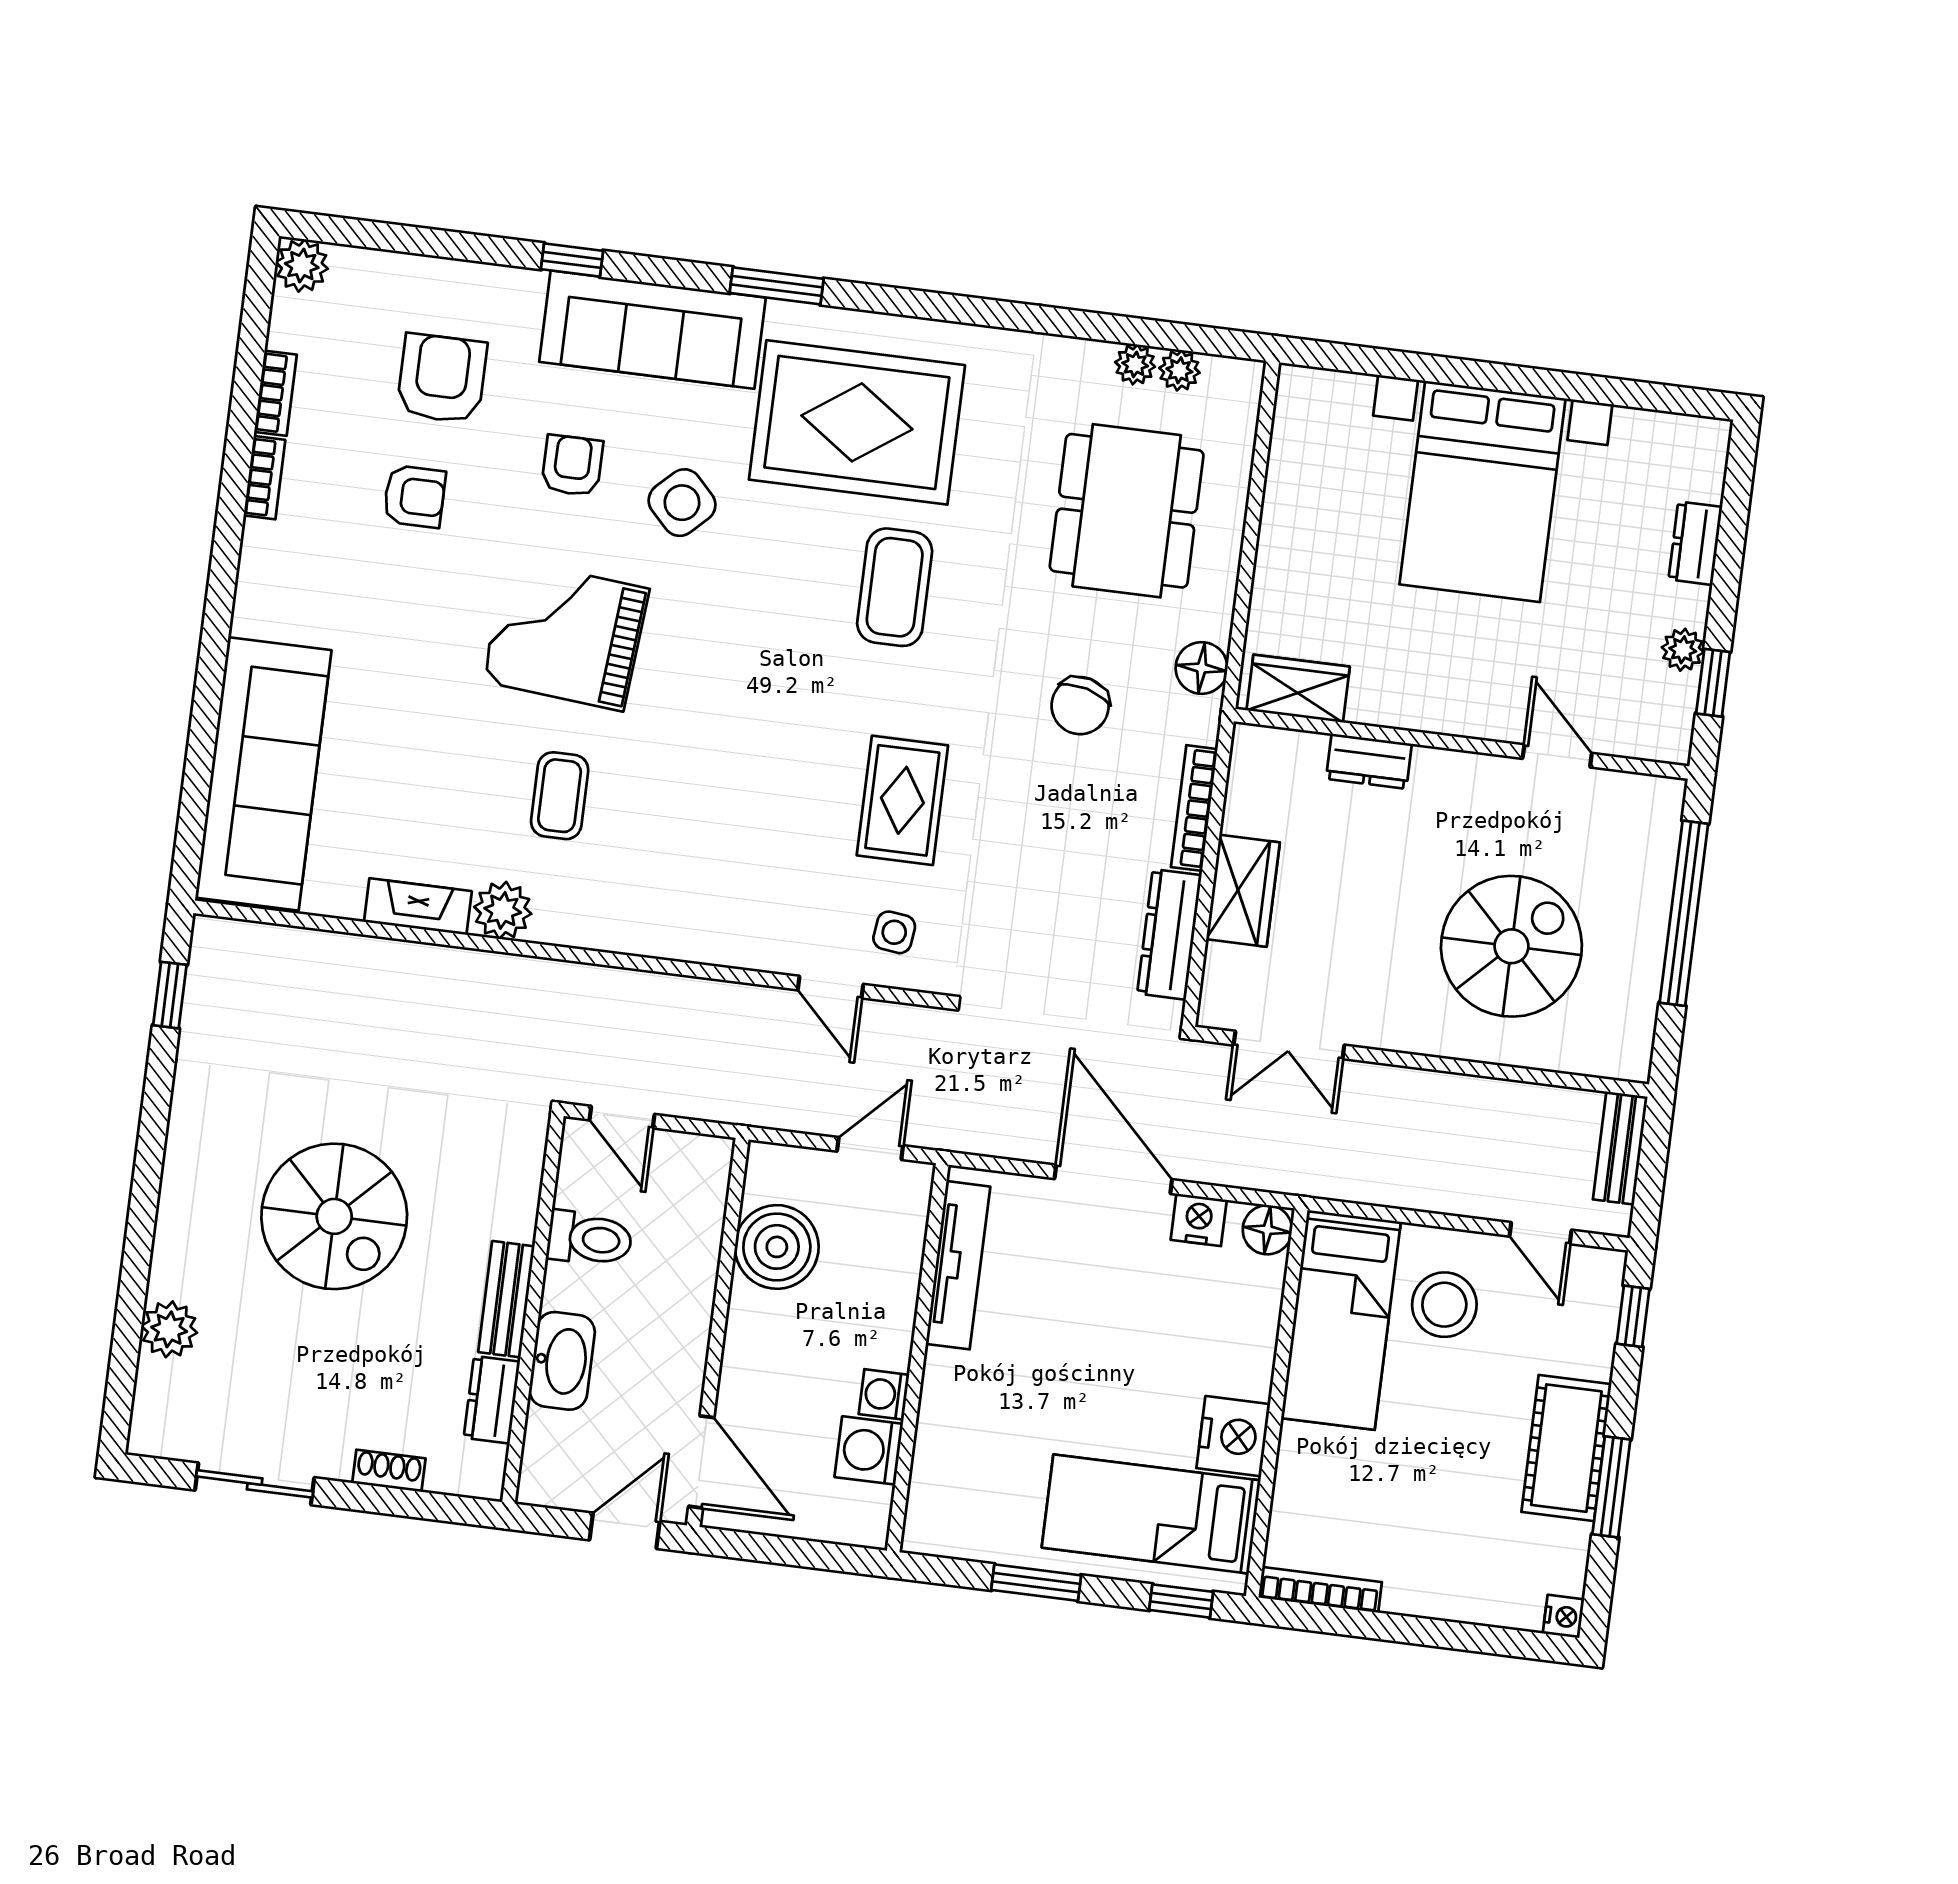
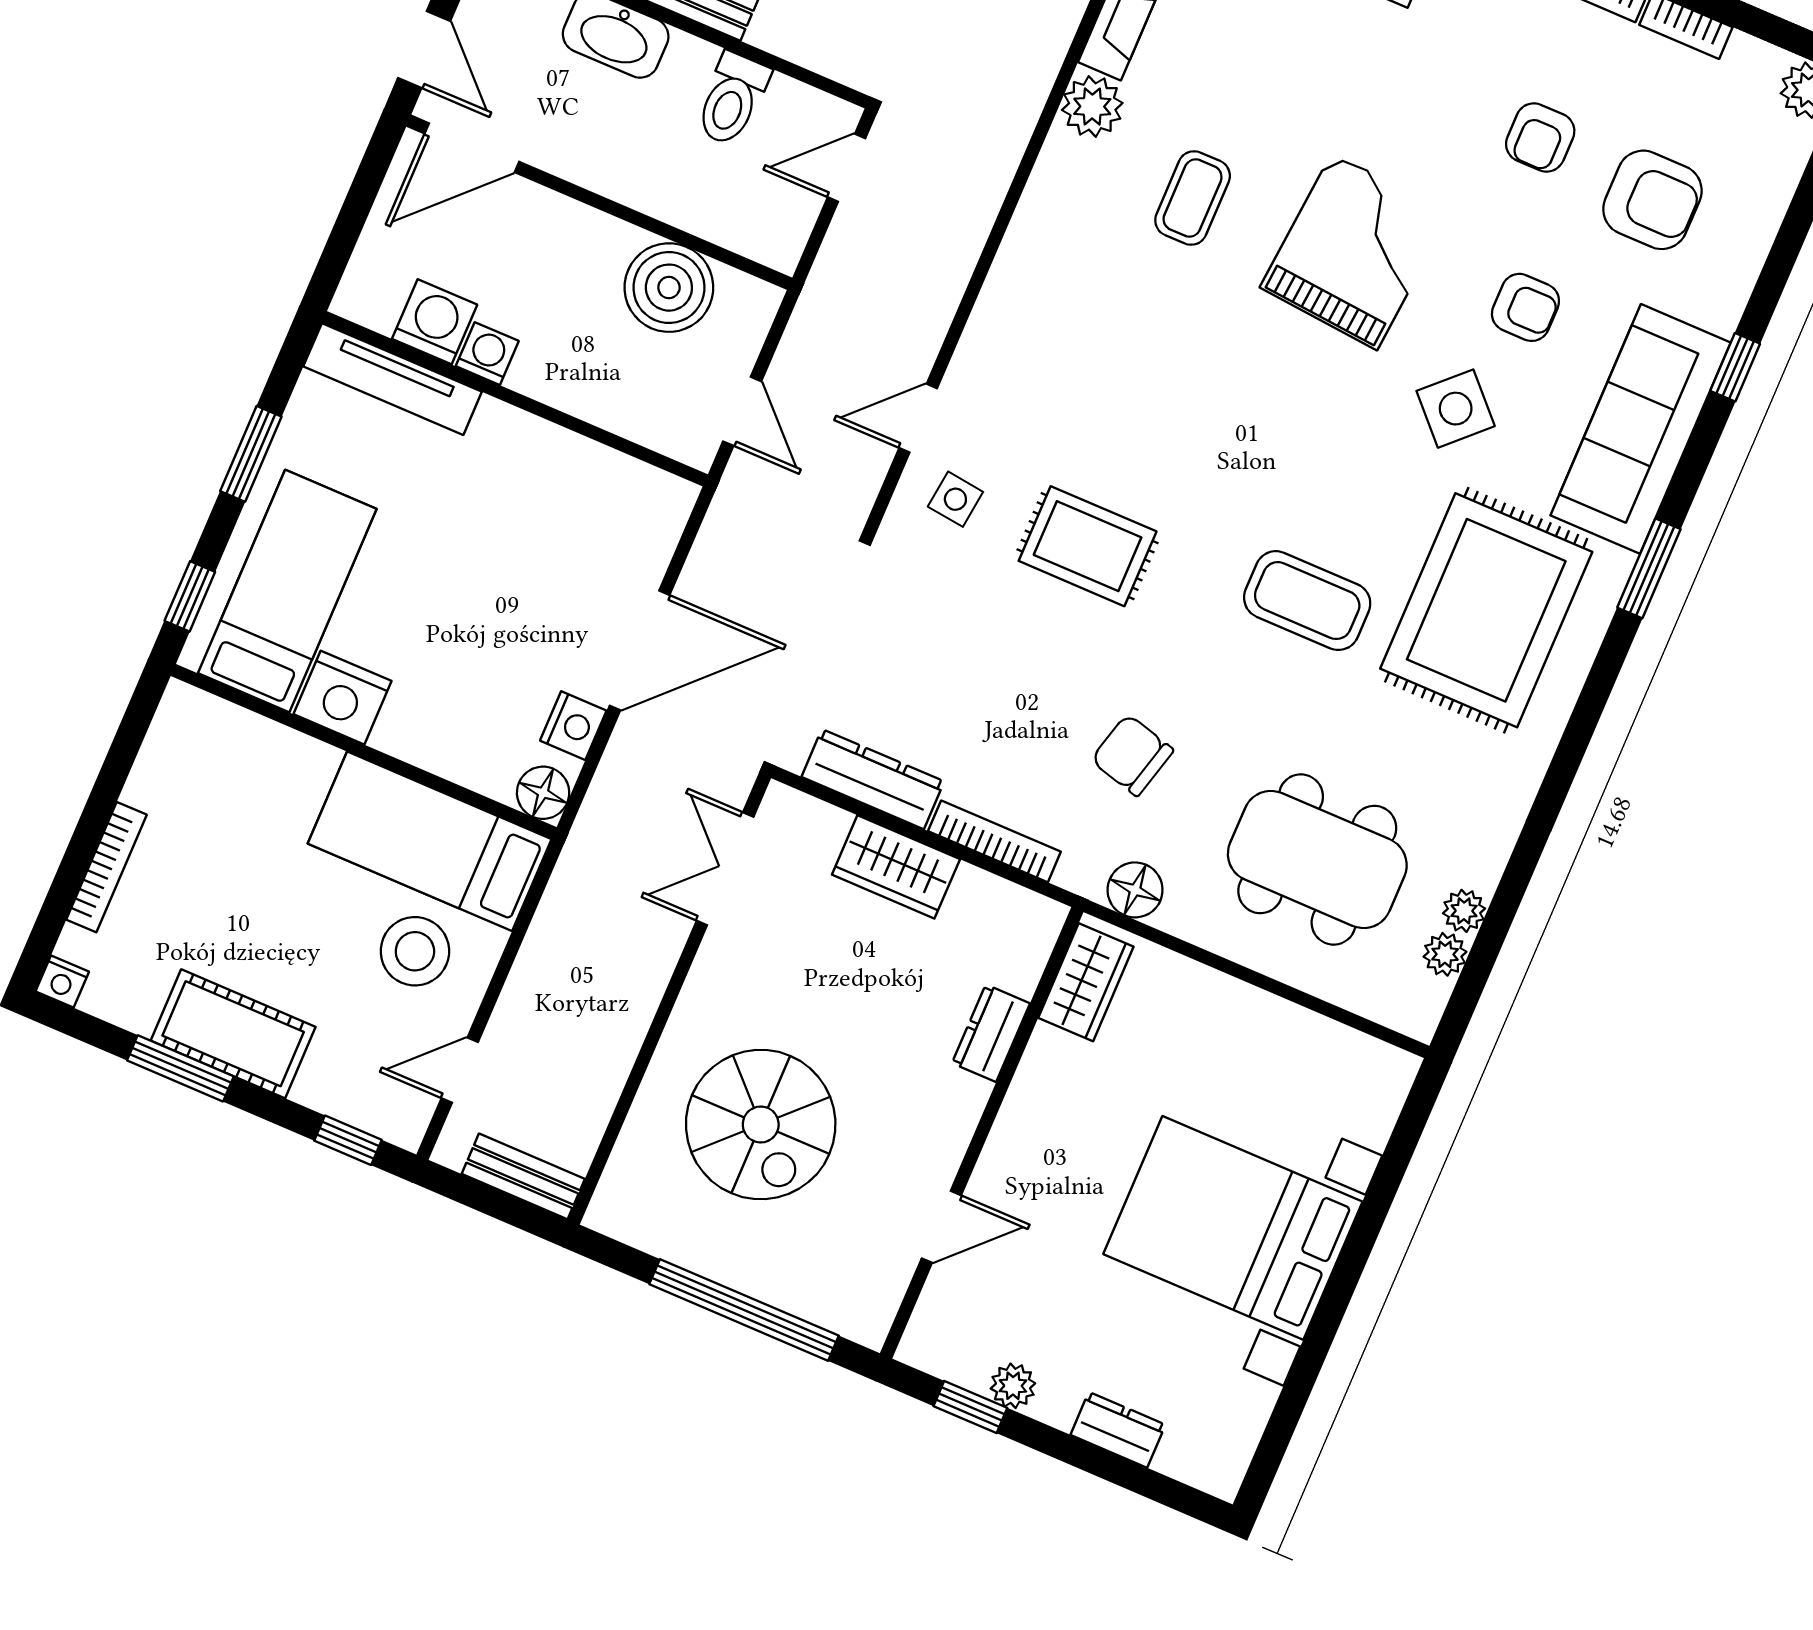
coffee table: (560, 796) -> (1193, 198), turned 90
tv unit: (958, 1265) -> (393, 379), moved
bookcase: (1320, 1590) -> (106, 867), moved

